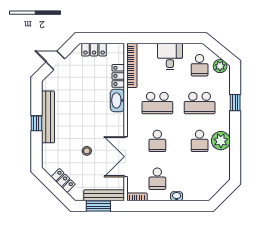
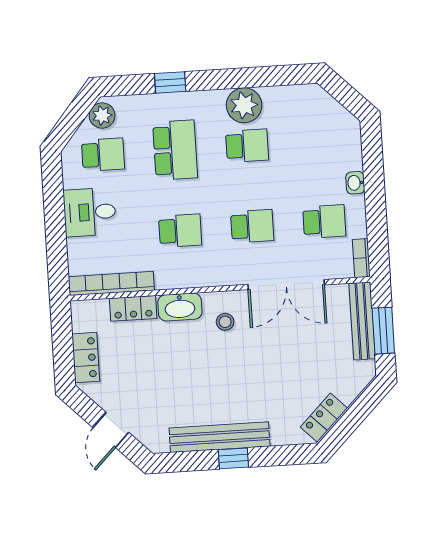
school desk: (157, 103) -> (180, 231), width x0.54
stool: (87, 151) -> (225, 322), moved
locker: (63, 180) -> (324, 418), moved

